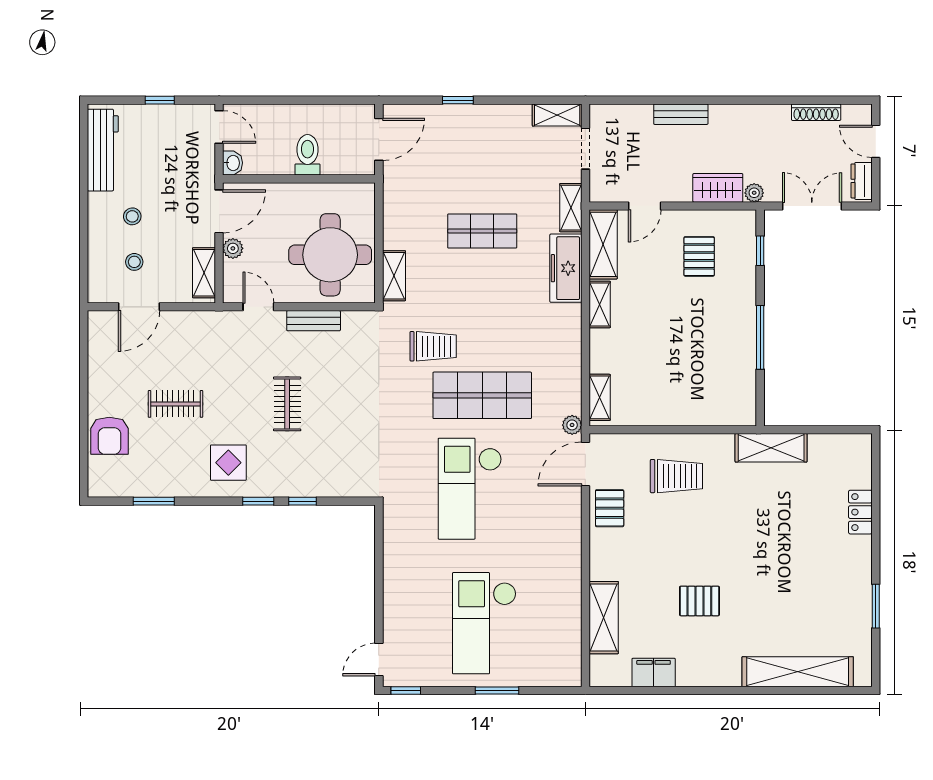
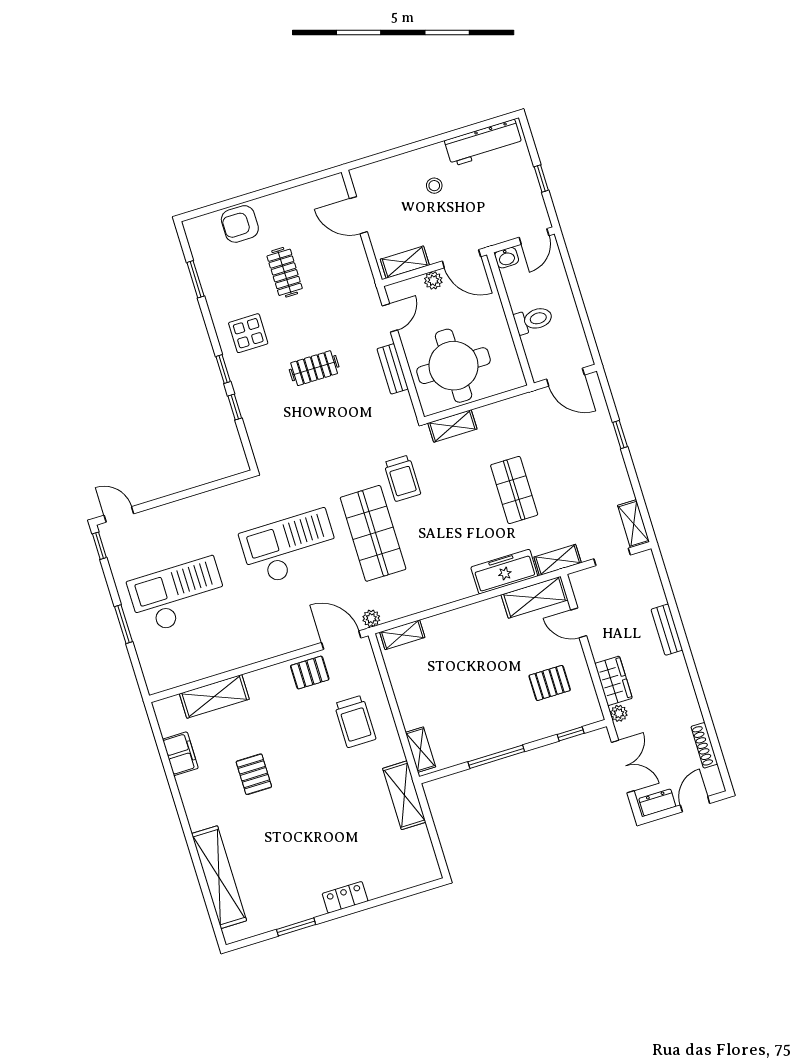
stool: (134, 262) -> (396, 199), removed
shelving: (600, 304) -> (421, 750), moved, turned 90
locker: (860, 512) -> (345, 897), moved

